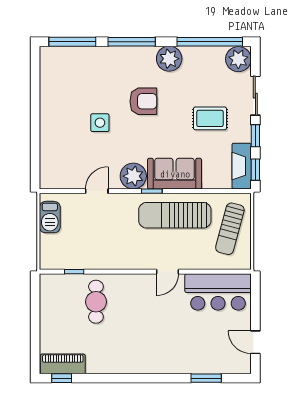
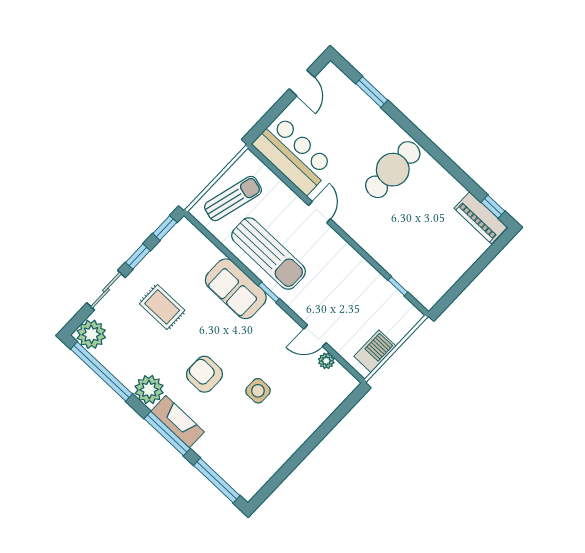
fireplace: (242, 166) -> (178, 422), moved, turned -90
plant: (133, 176) -> (326, 361), moved, width x0.53, depth x0.53
door: (167, 272) -> (319, 212), hinge flipped
cafe table: (96, 302) -> (393, 170), moved, width x1.37, depth x1.35

